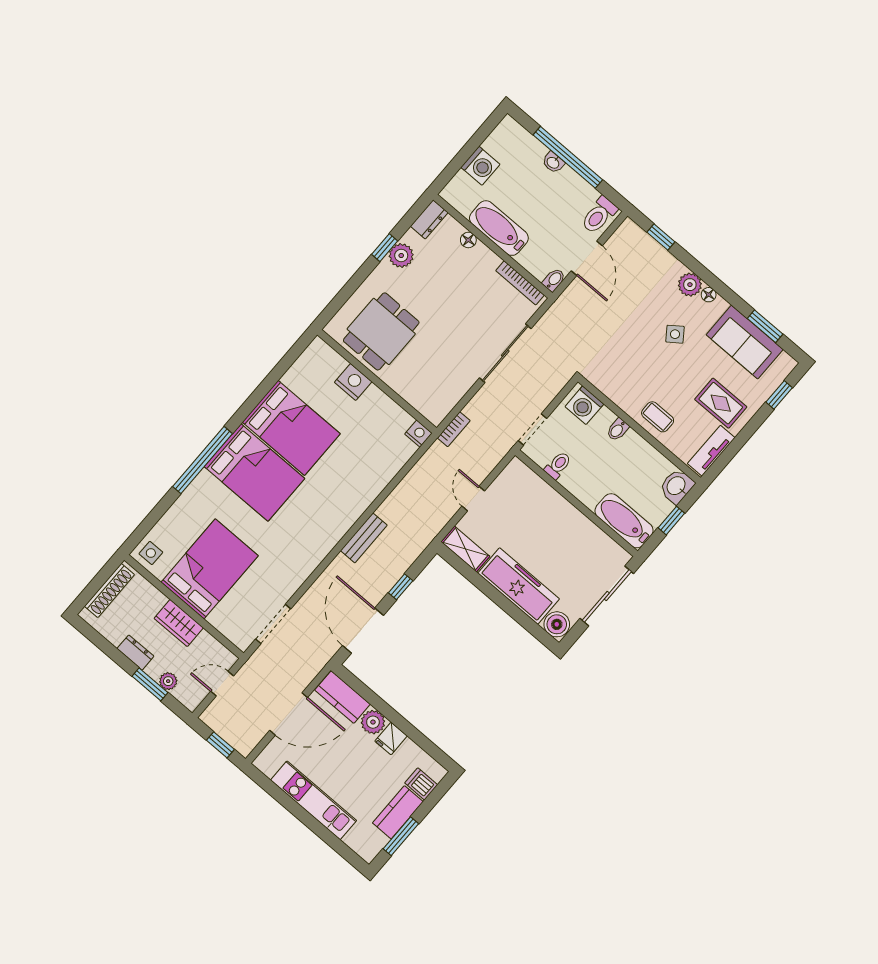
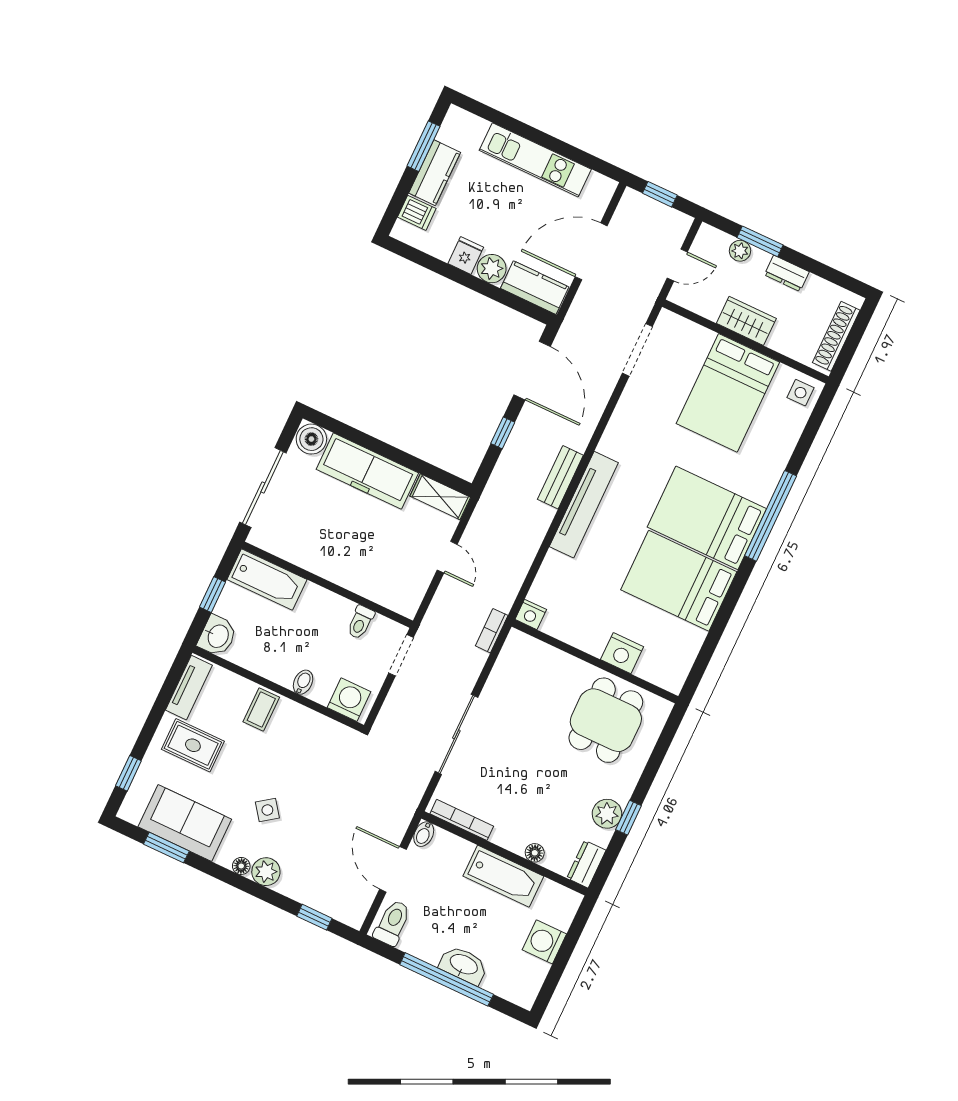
washbasin: (553, 162) -> (463, 965), width x1.91, depth x1.45
coffee table: (658, 417) -> (261, 710), turned 90
tv unit: (351, 511) -> (584, 505), added

